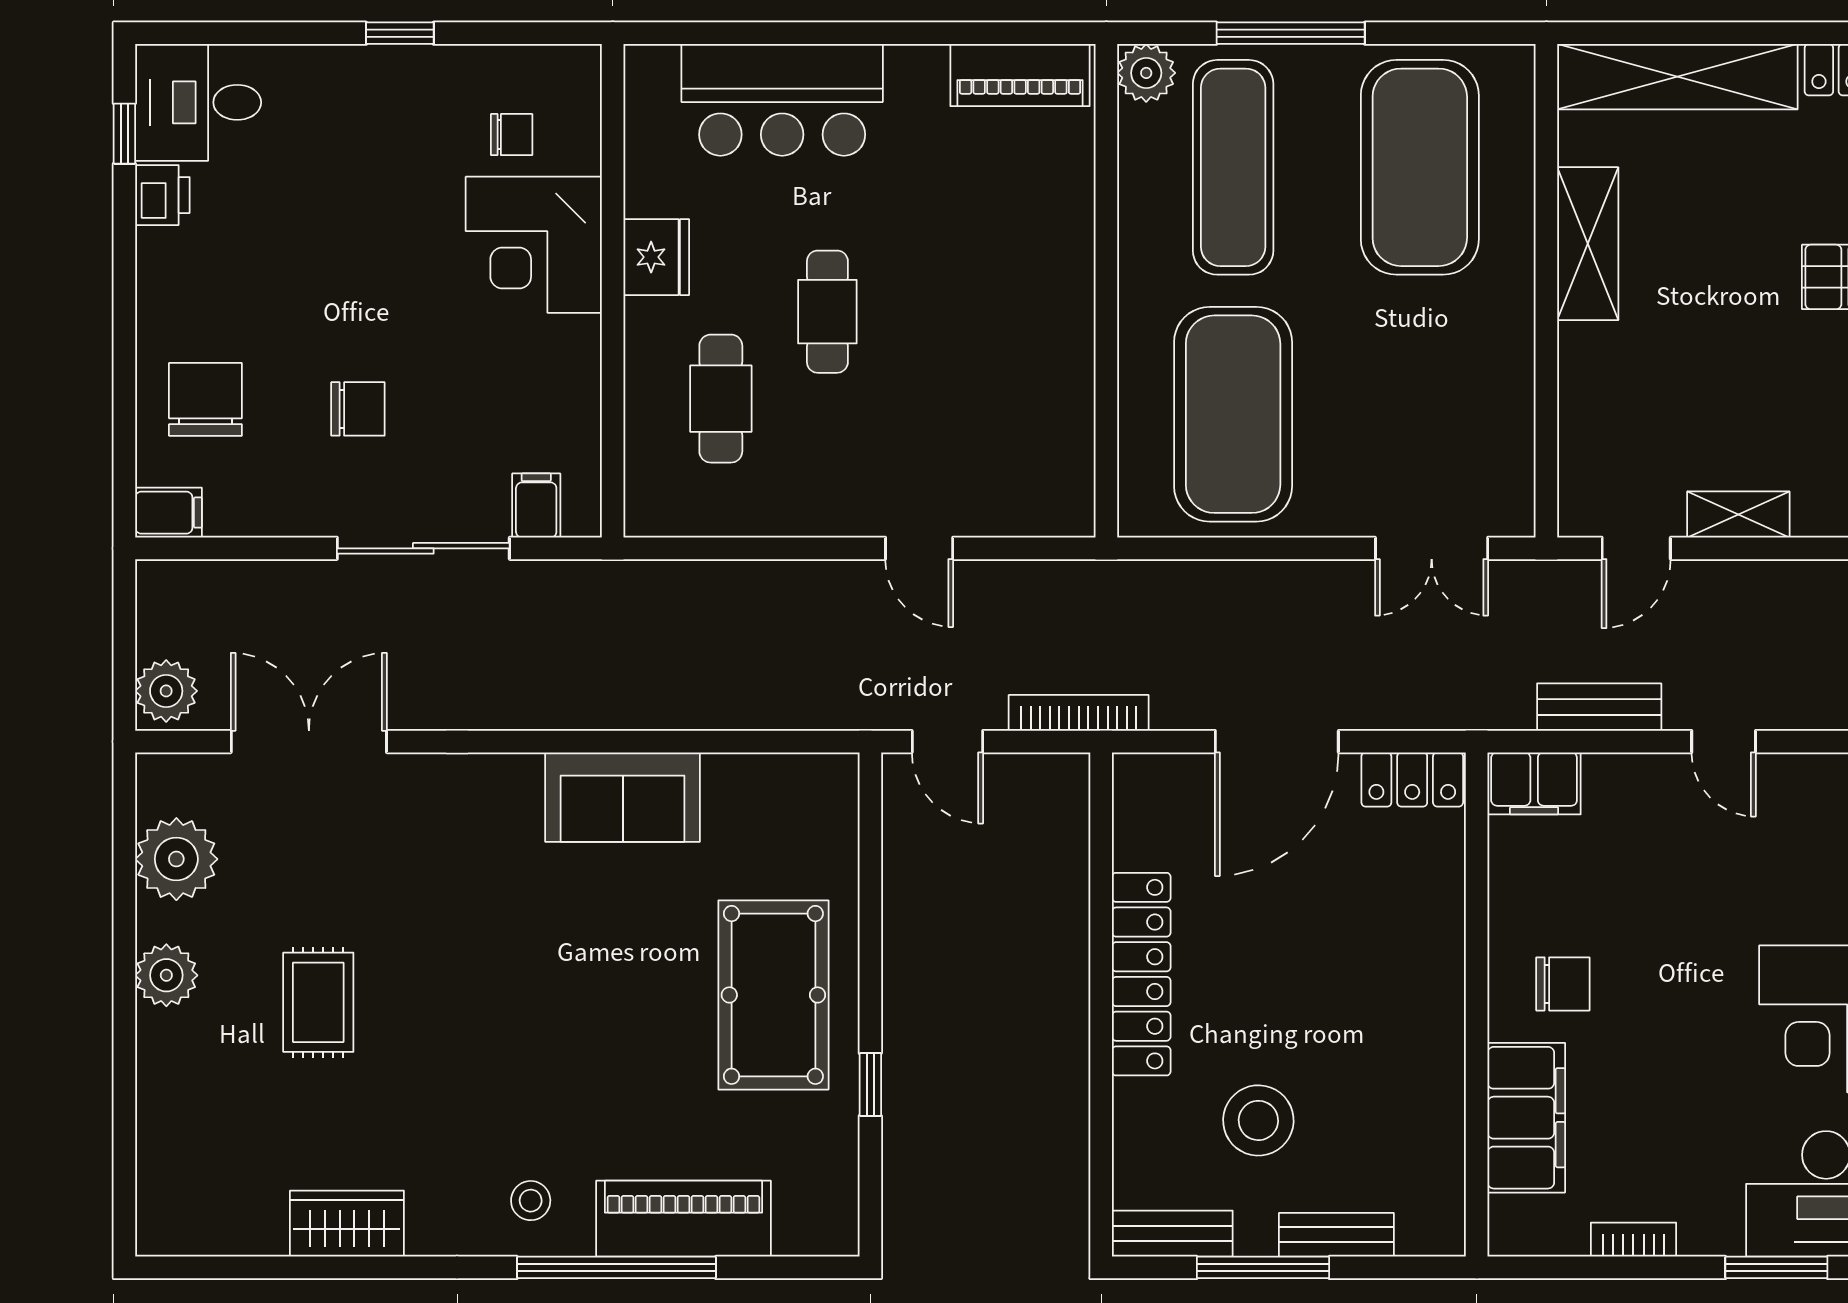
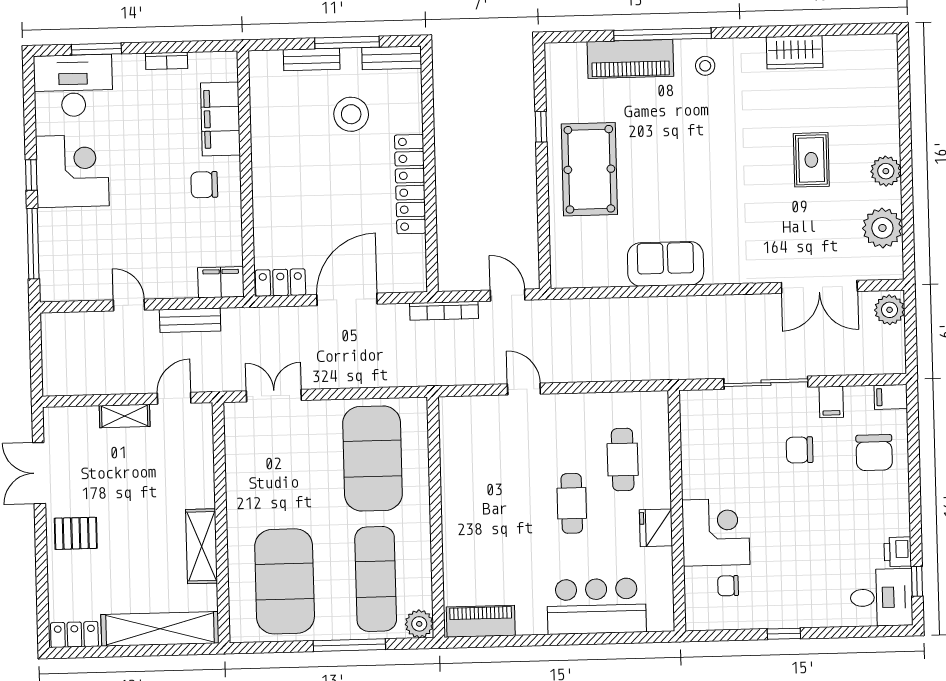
filing cabinet: (536, 506) -> (831, 402), moved

